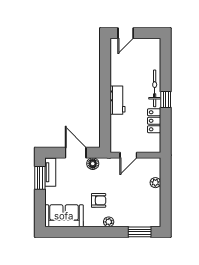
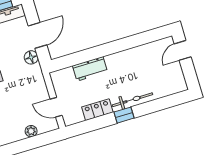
door: (126, 33) -> (183, 50), hinge flipped
workbench: (118, 100) -> (90, 69), moved
door: (128, 155) -> (56, 107), moved

